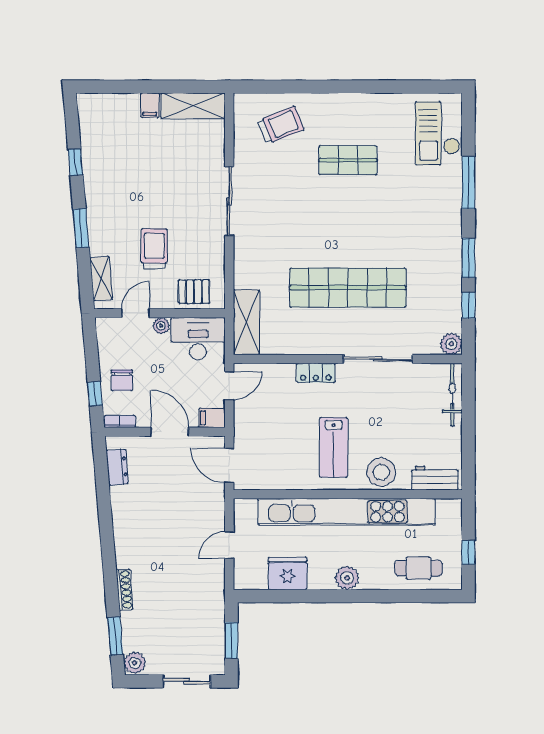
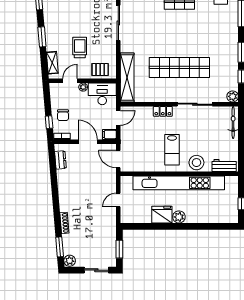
shelving: (247, 322) -> (127, 77), width x1.47
cafe table: (418, 568) -> (216, 212), removed
fridge: (288, 573) -> (162, 215), moved

